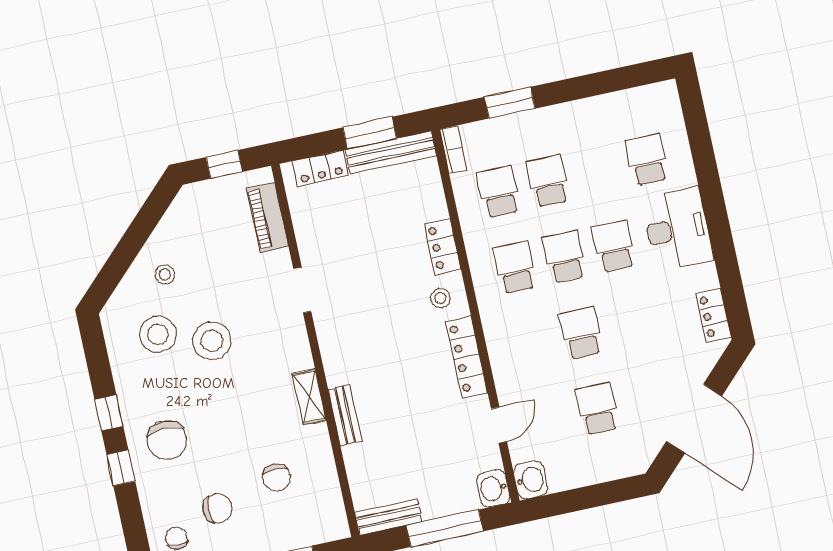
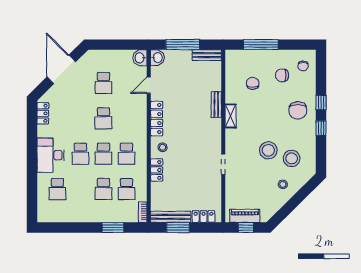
piano: (267, 217) -> (245, 216), moved, turned -90
chair: (167, 440) -> (298, 110), turned 180

